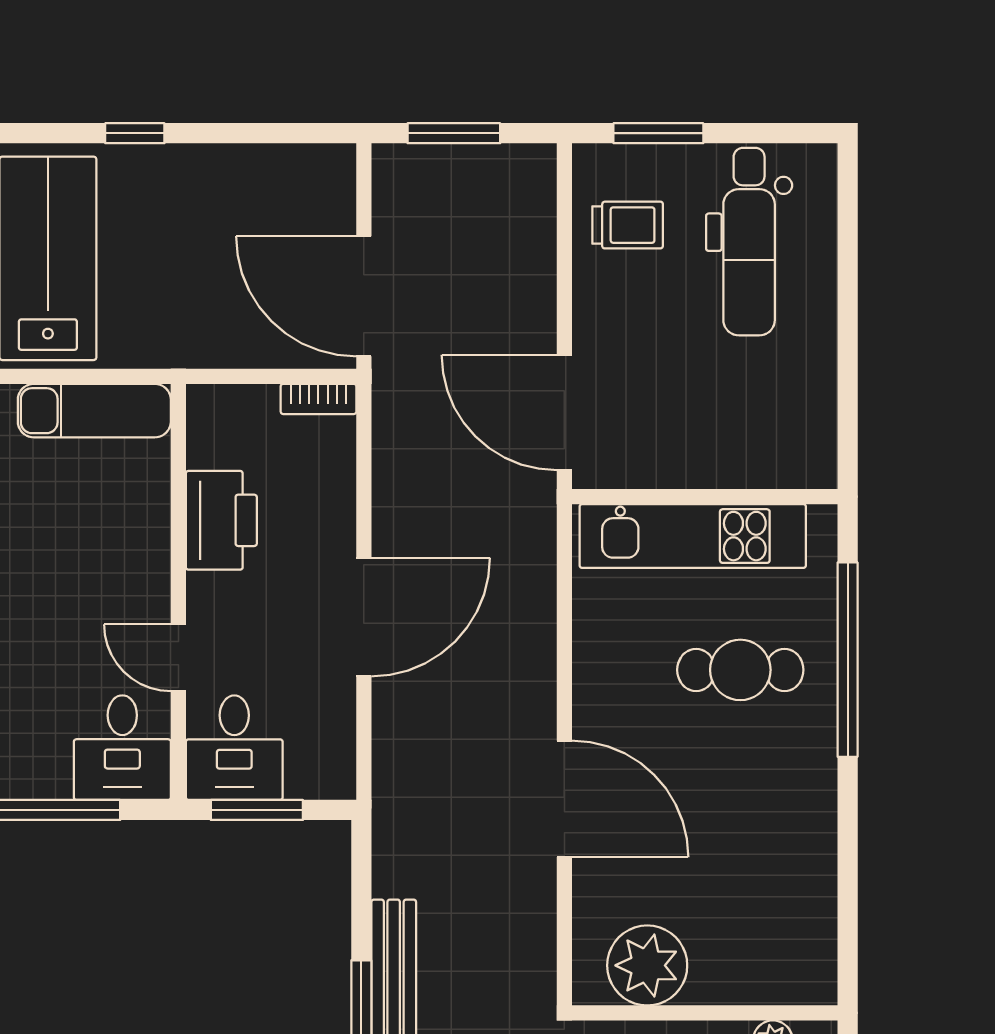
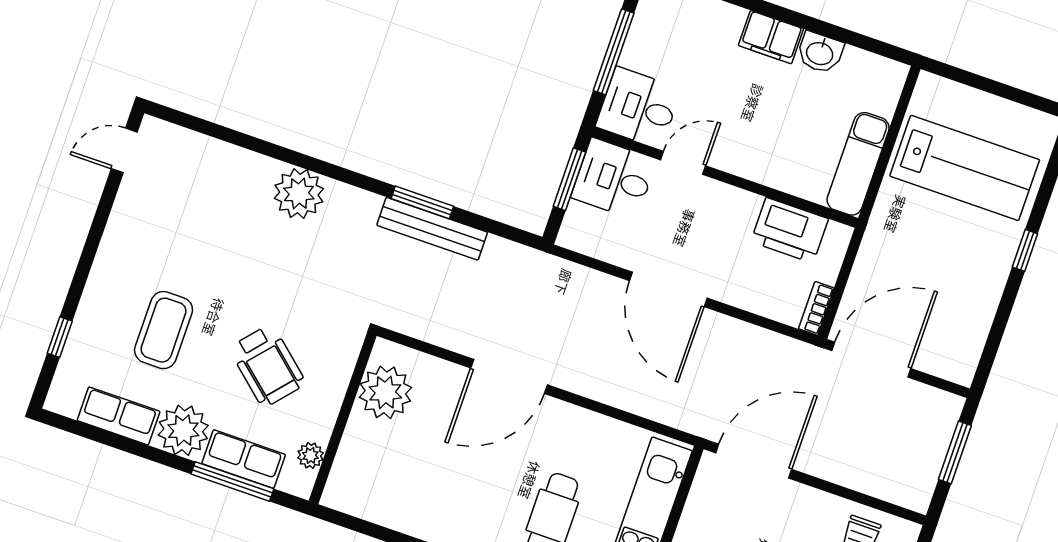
printer: (221, 520) -> (790, 230), moved

